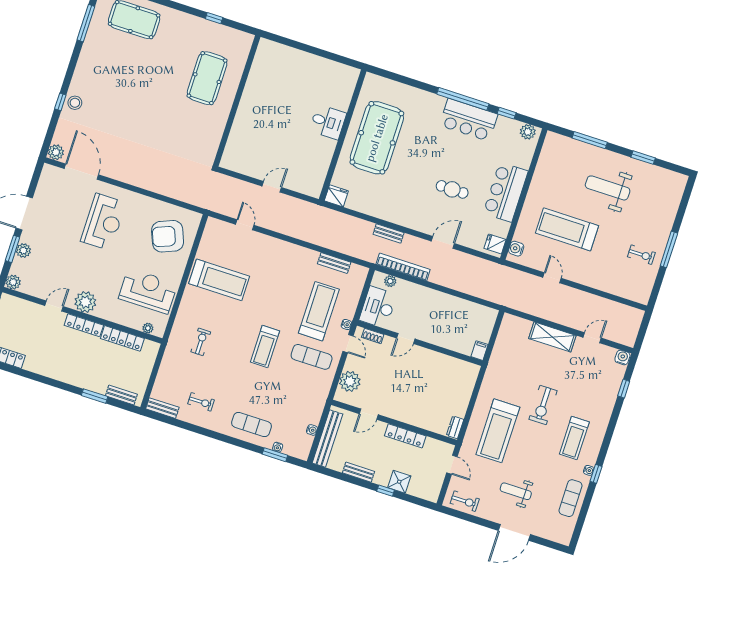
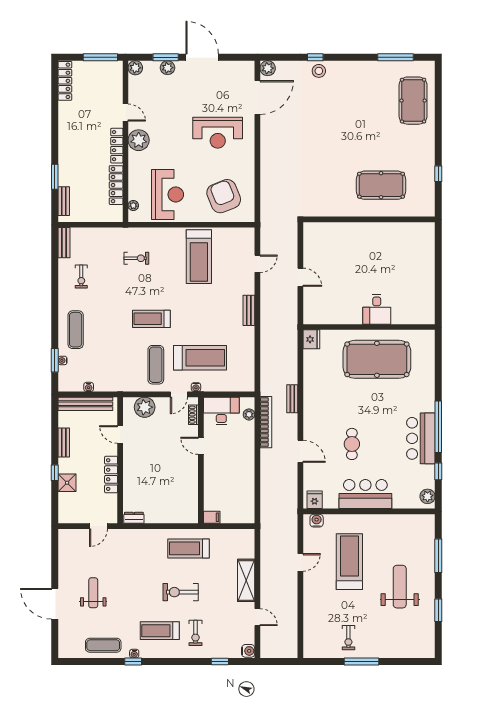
bench: (334, 263) -> (249, 310), moved
treadmill: (498, 431) -> (189, 548), moved, width x0.73, depth x0.73
exercise bike: (465, 501) -> (196, 633), moved

